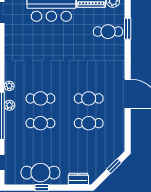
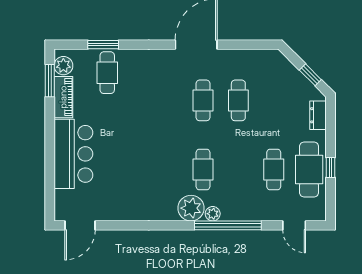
plant: (9, 86) -> (191, 208), width x1.87, depth x1.87
cafe table: (40, 123) -> (274, 169), moved
window: (114, 166) -> (310, 75), moved

